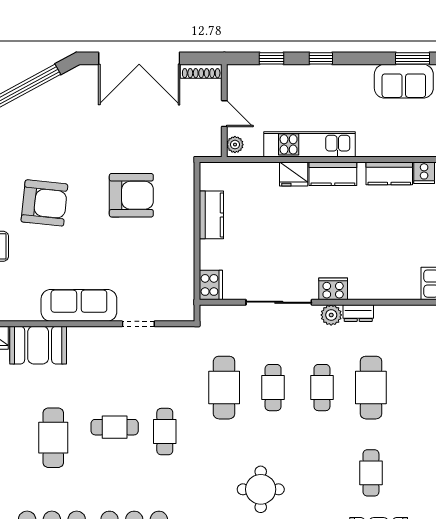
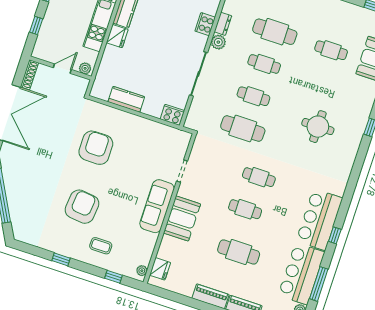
cooker: (333, 289) -> (205, 24), moved
booth: (38, 345) -> (182, 218), moved
cafe table: (115, 427) -> (245, 209), turned 90

